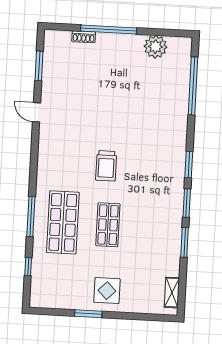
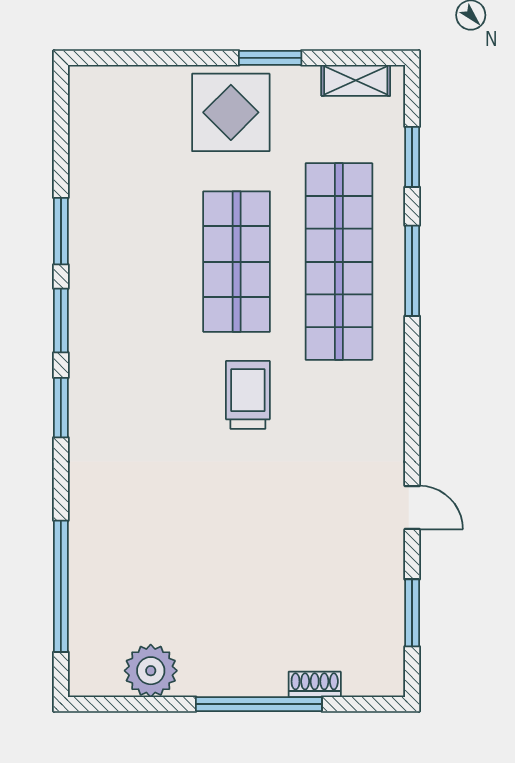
shop shelf: (63, 222) -> (339, 262), width x1.40
shop shelf: (108, 225) -> (237, 262), width x1.43, depth x1.36
window: (28, 267) -> (412, 157), width x1.50
display table: (107, 291) -> (231, 112), width x1.36, depth x1.36
shelving: (172, 293) -> (356, 80), moved, turned 90

